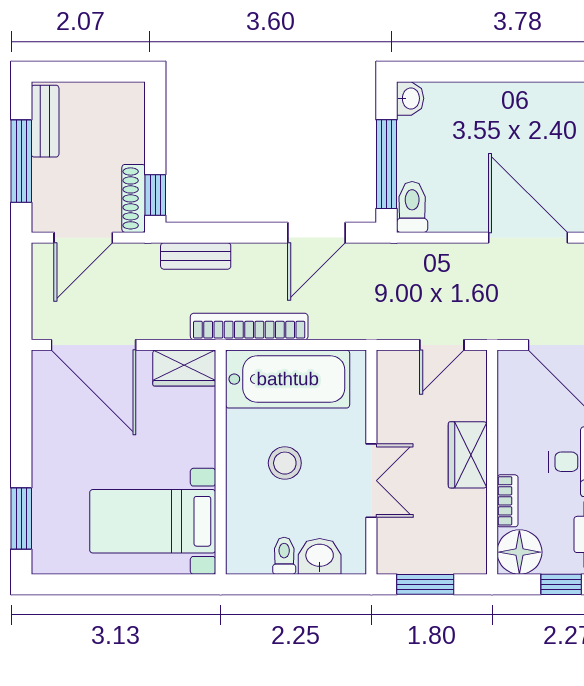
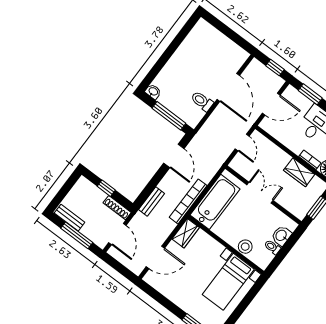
window: (155, 195) -> (106, 188), moved
toilet: (412, 207) -> (202, 101), moved
door: (528, 238) -> (228, 87), swing flipped
door: (93, 345) -> (155, 257), width x0.73
wardrobe: (468, 455) -> (299, 172), moved
stool: (285, 463) -> (245, 247), moved
double door: (371, 481) -> (260, 193), moved

